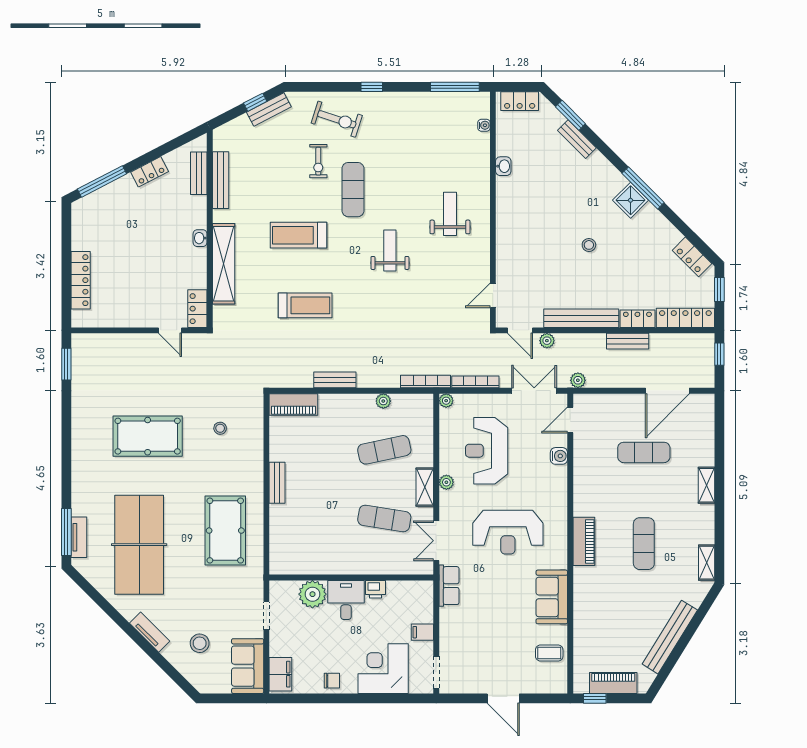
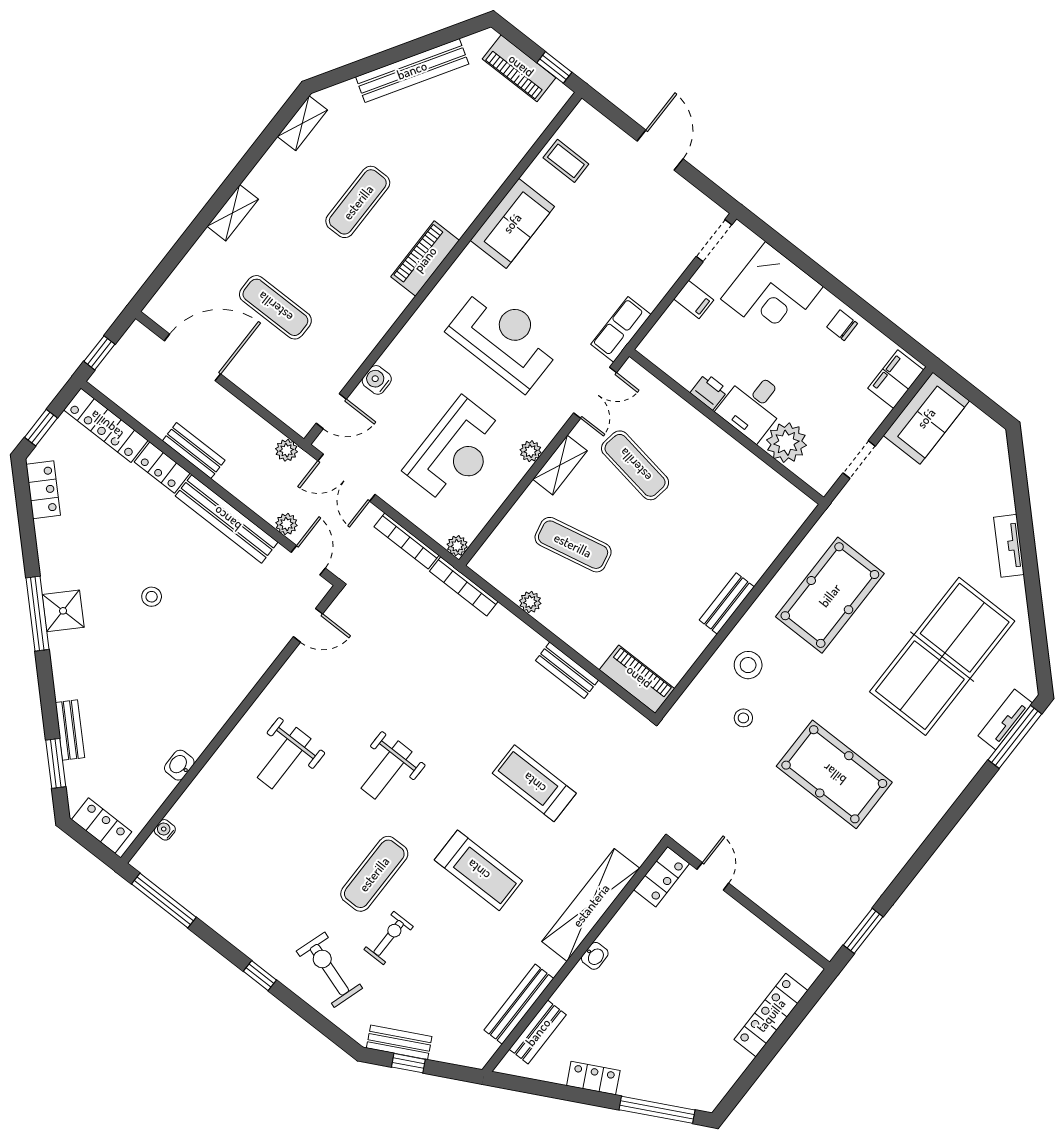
stool: (200, 643) -> (748, 665), moved

